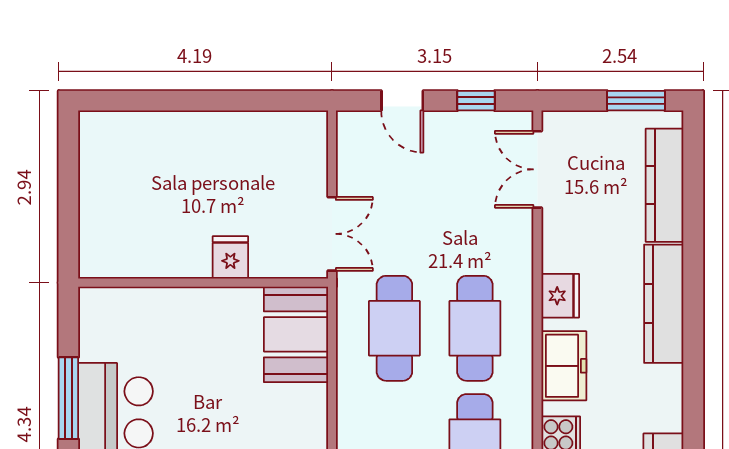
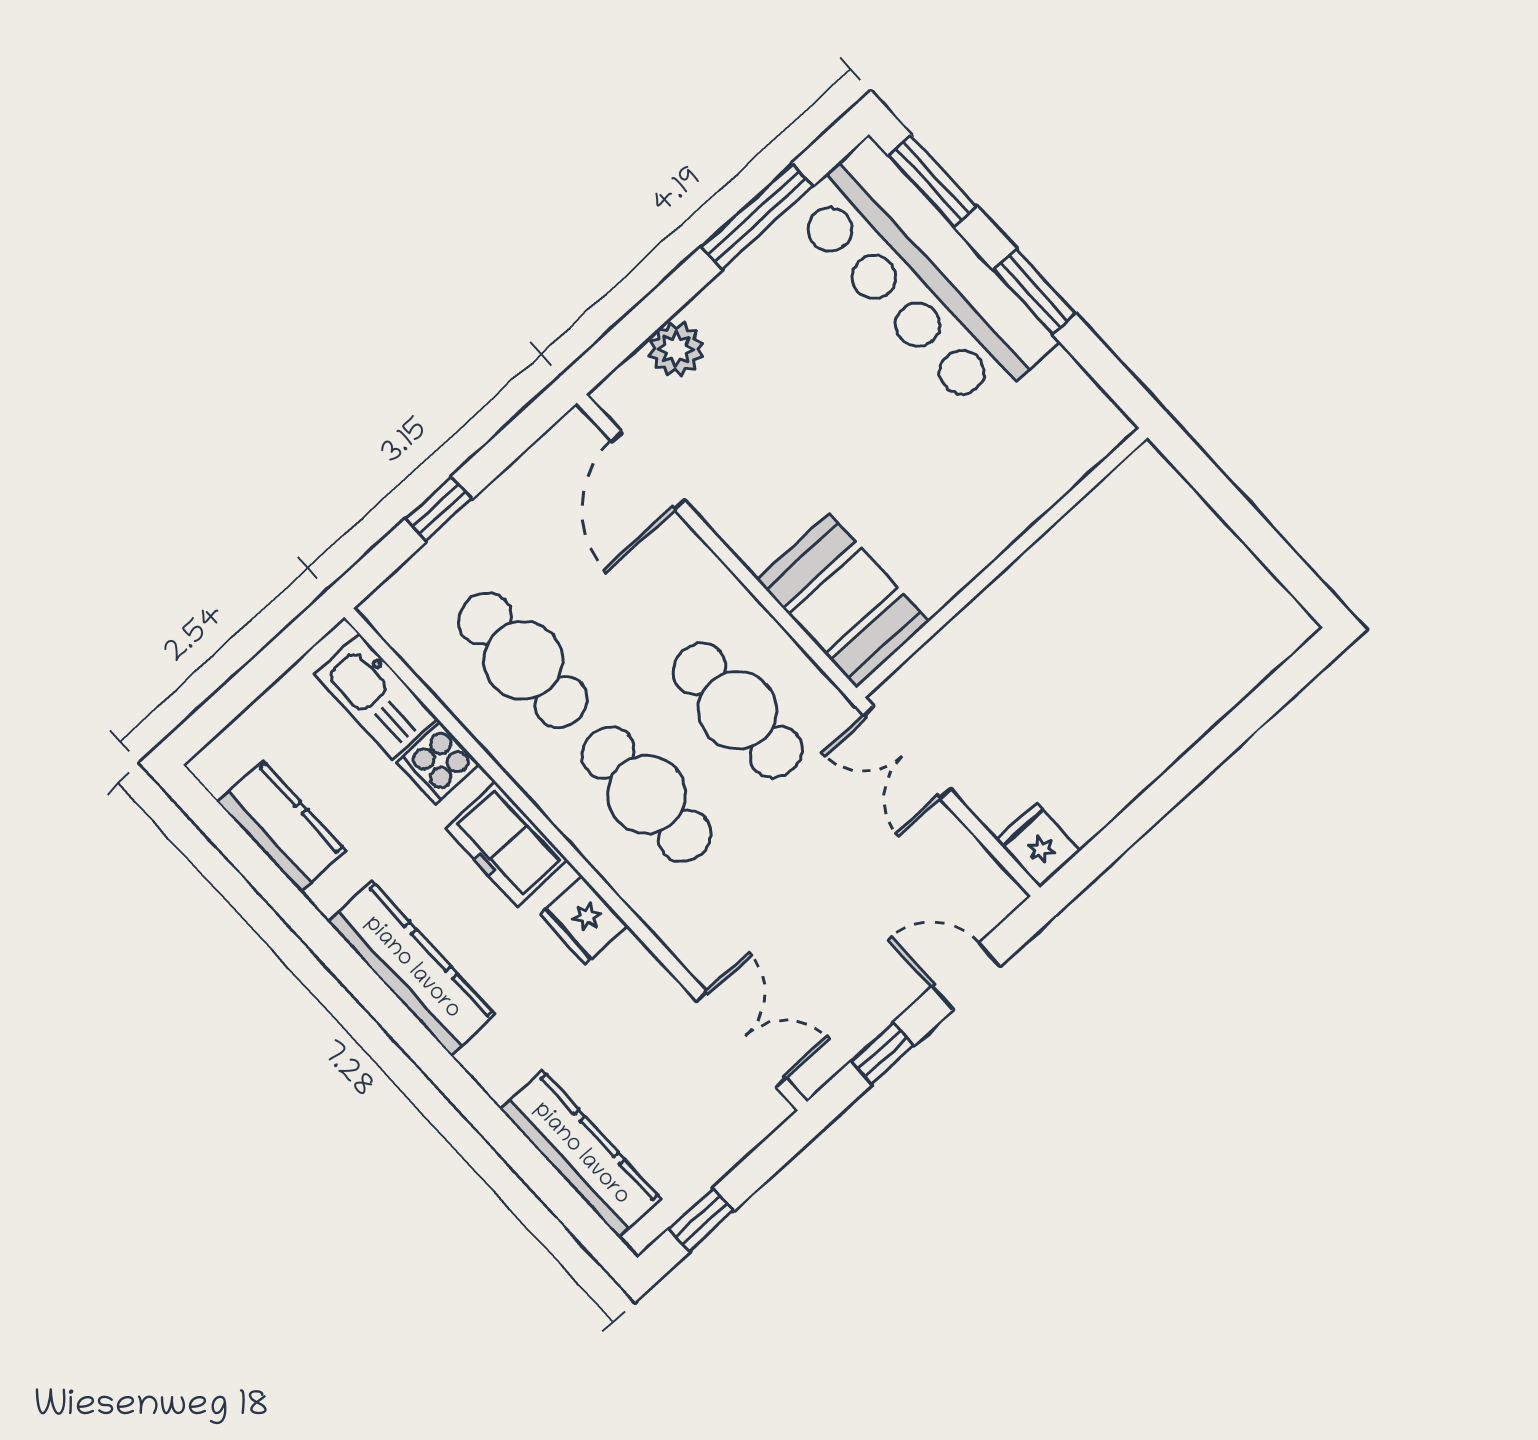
window: (636, 101) -> (701, 1220), width x0.67
fridge: (230, 257) -> (1038, 845), moved, turned 180
kitchen counter: (664, 304) -> (412, 968), moved
window: (68, 398) -> (1034, 291), width x0.69

